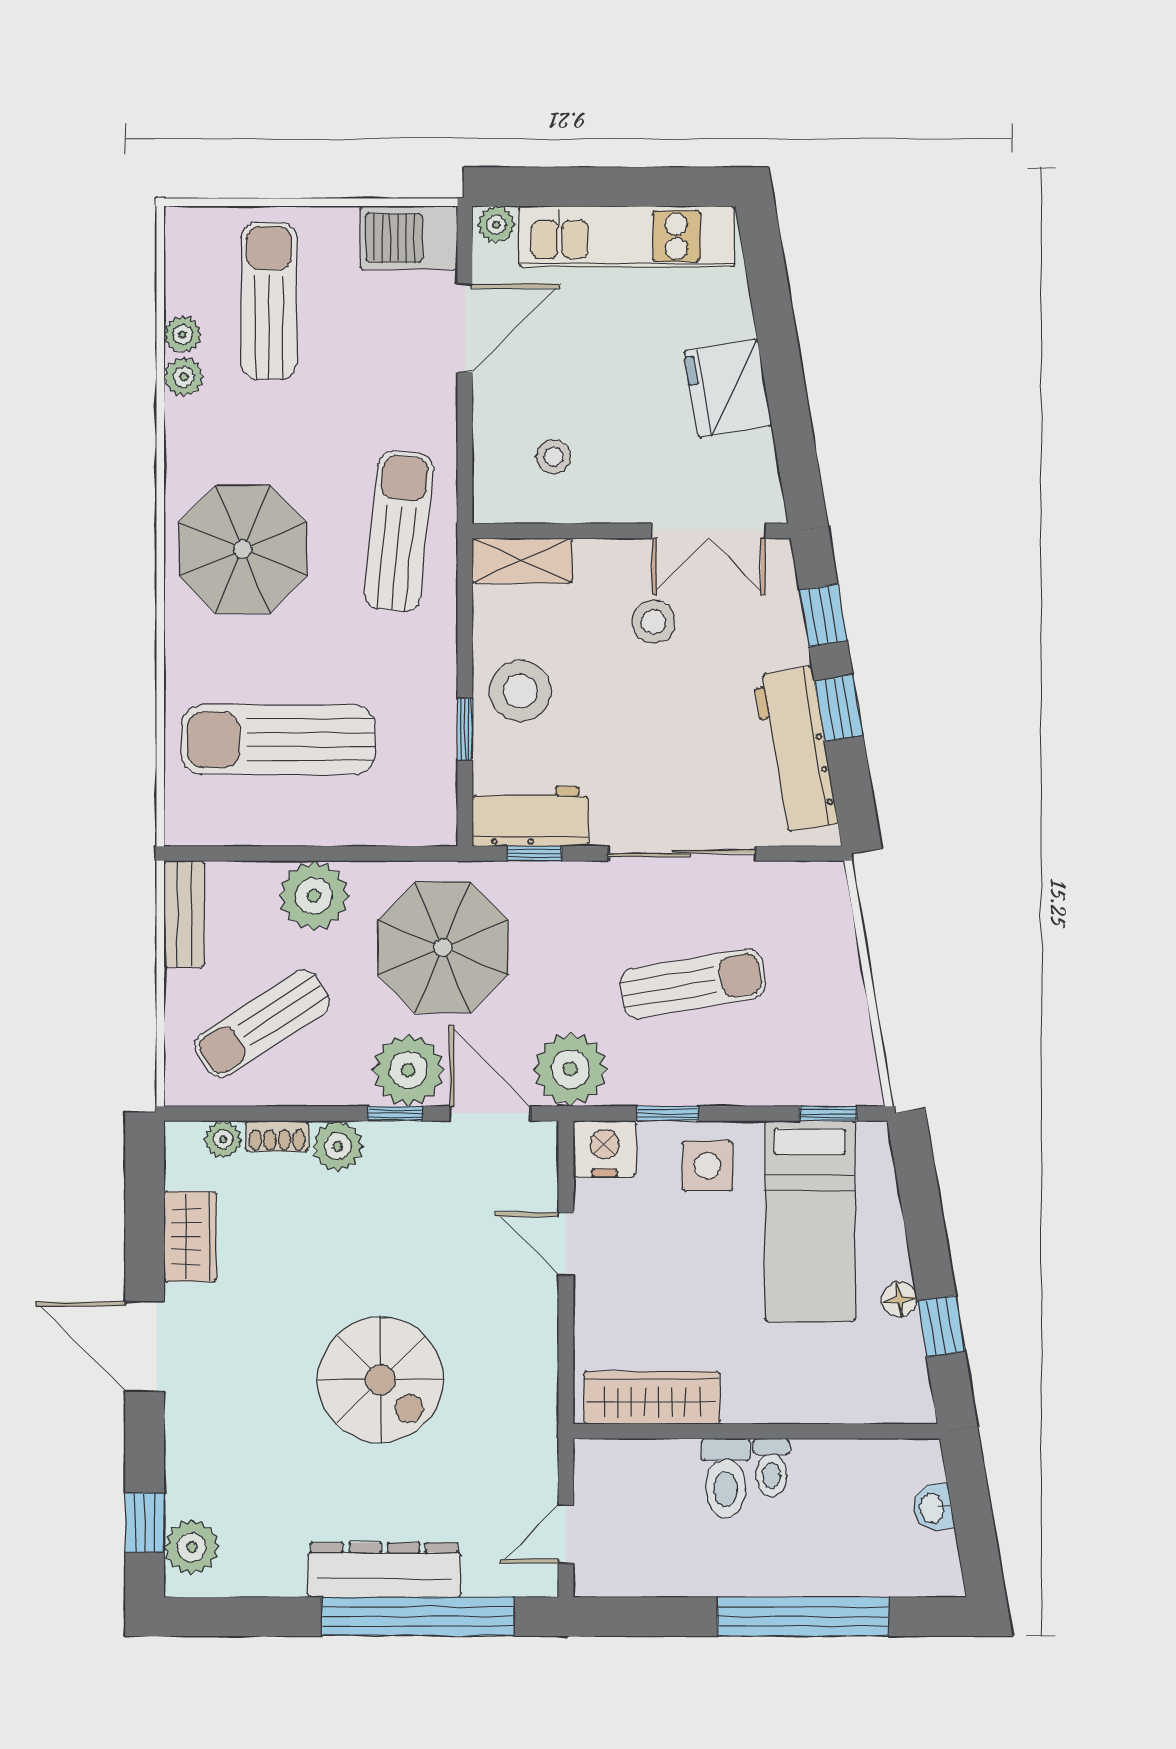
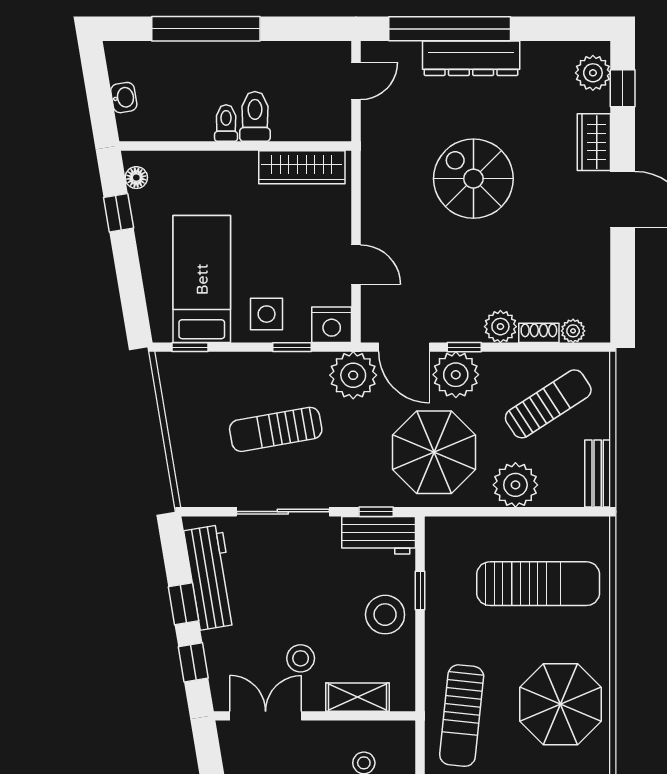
shelving: (522, 561) -> (358, 697), moved
wardrobe: (190, 1237) -> (594, 142), moved
floor lamp: (900, 1300) -> (136, 178), moved

